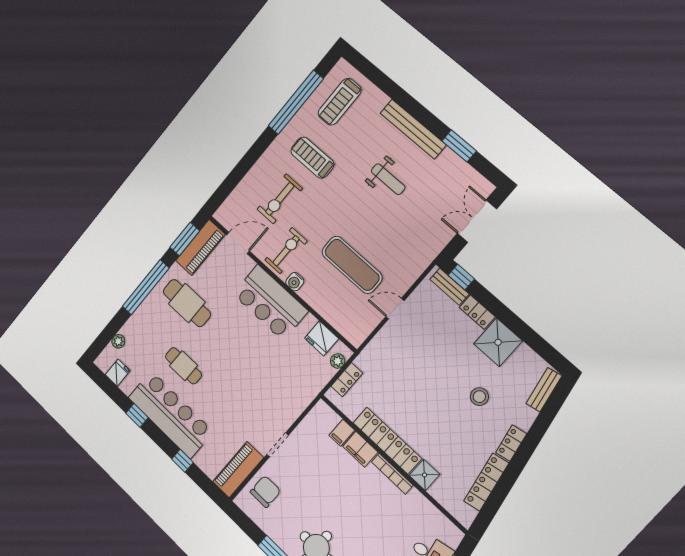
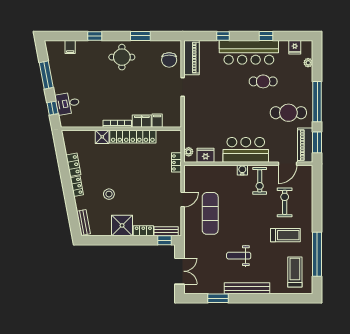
exercise mat: (352, 265) -> (210, 213), moved, turned 90
locker: (347, 380) -> (176, 162), moved
locker: (486, 482) -> (73, 165), width x0.66

